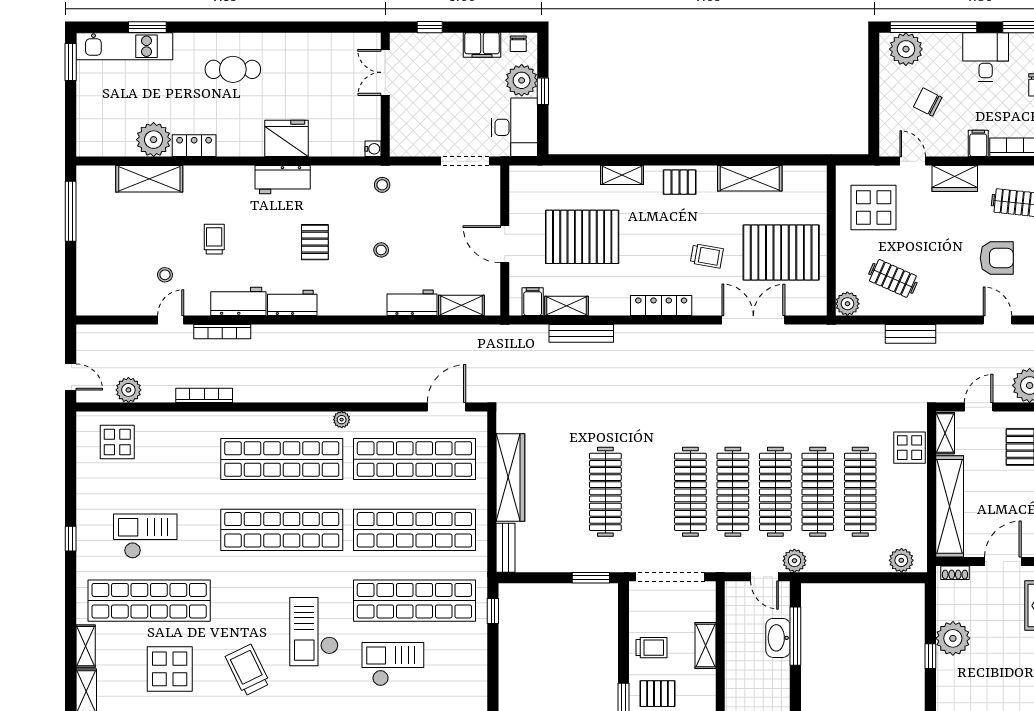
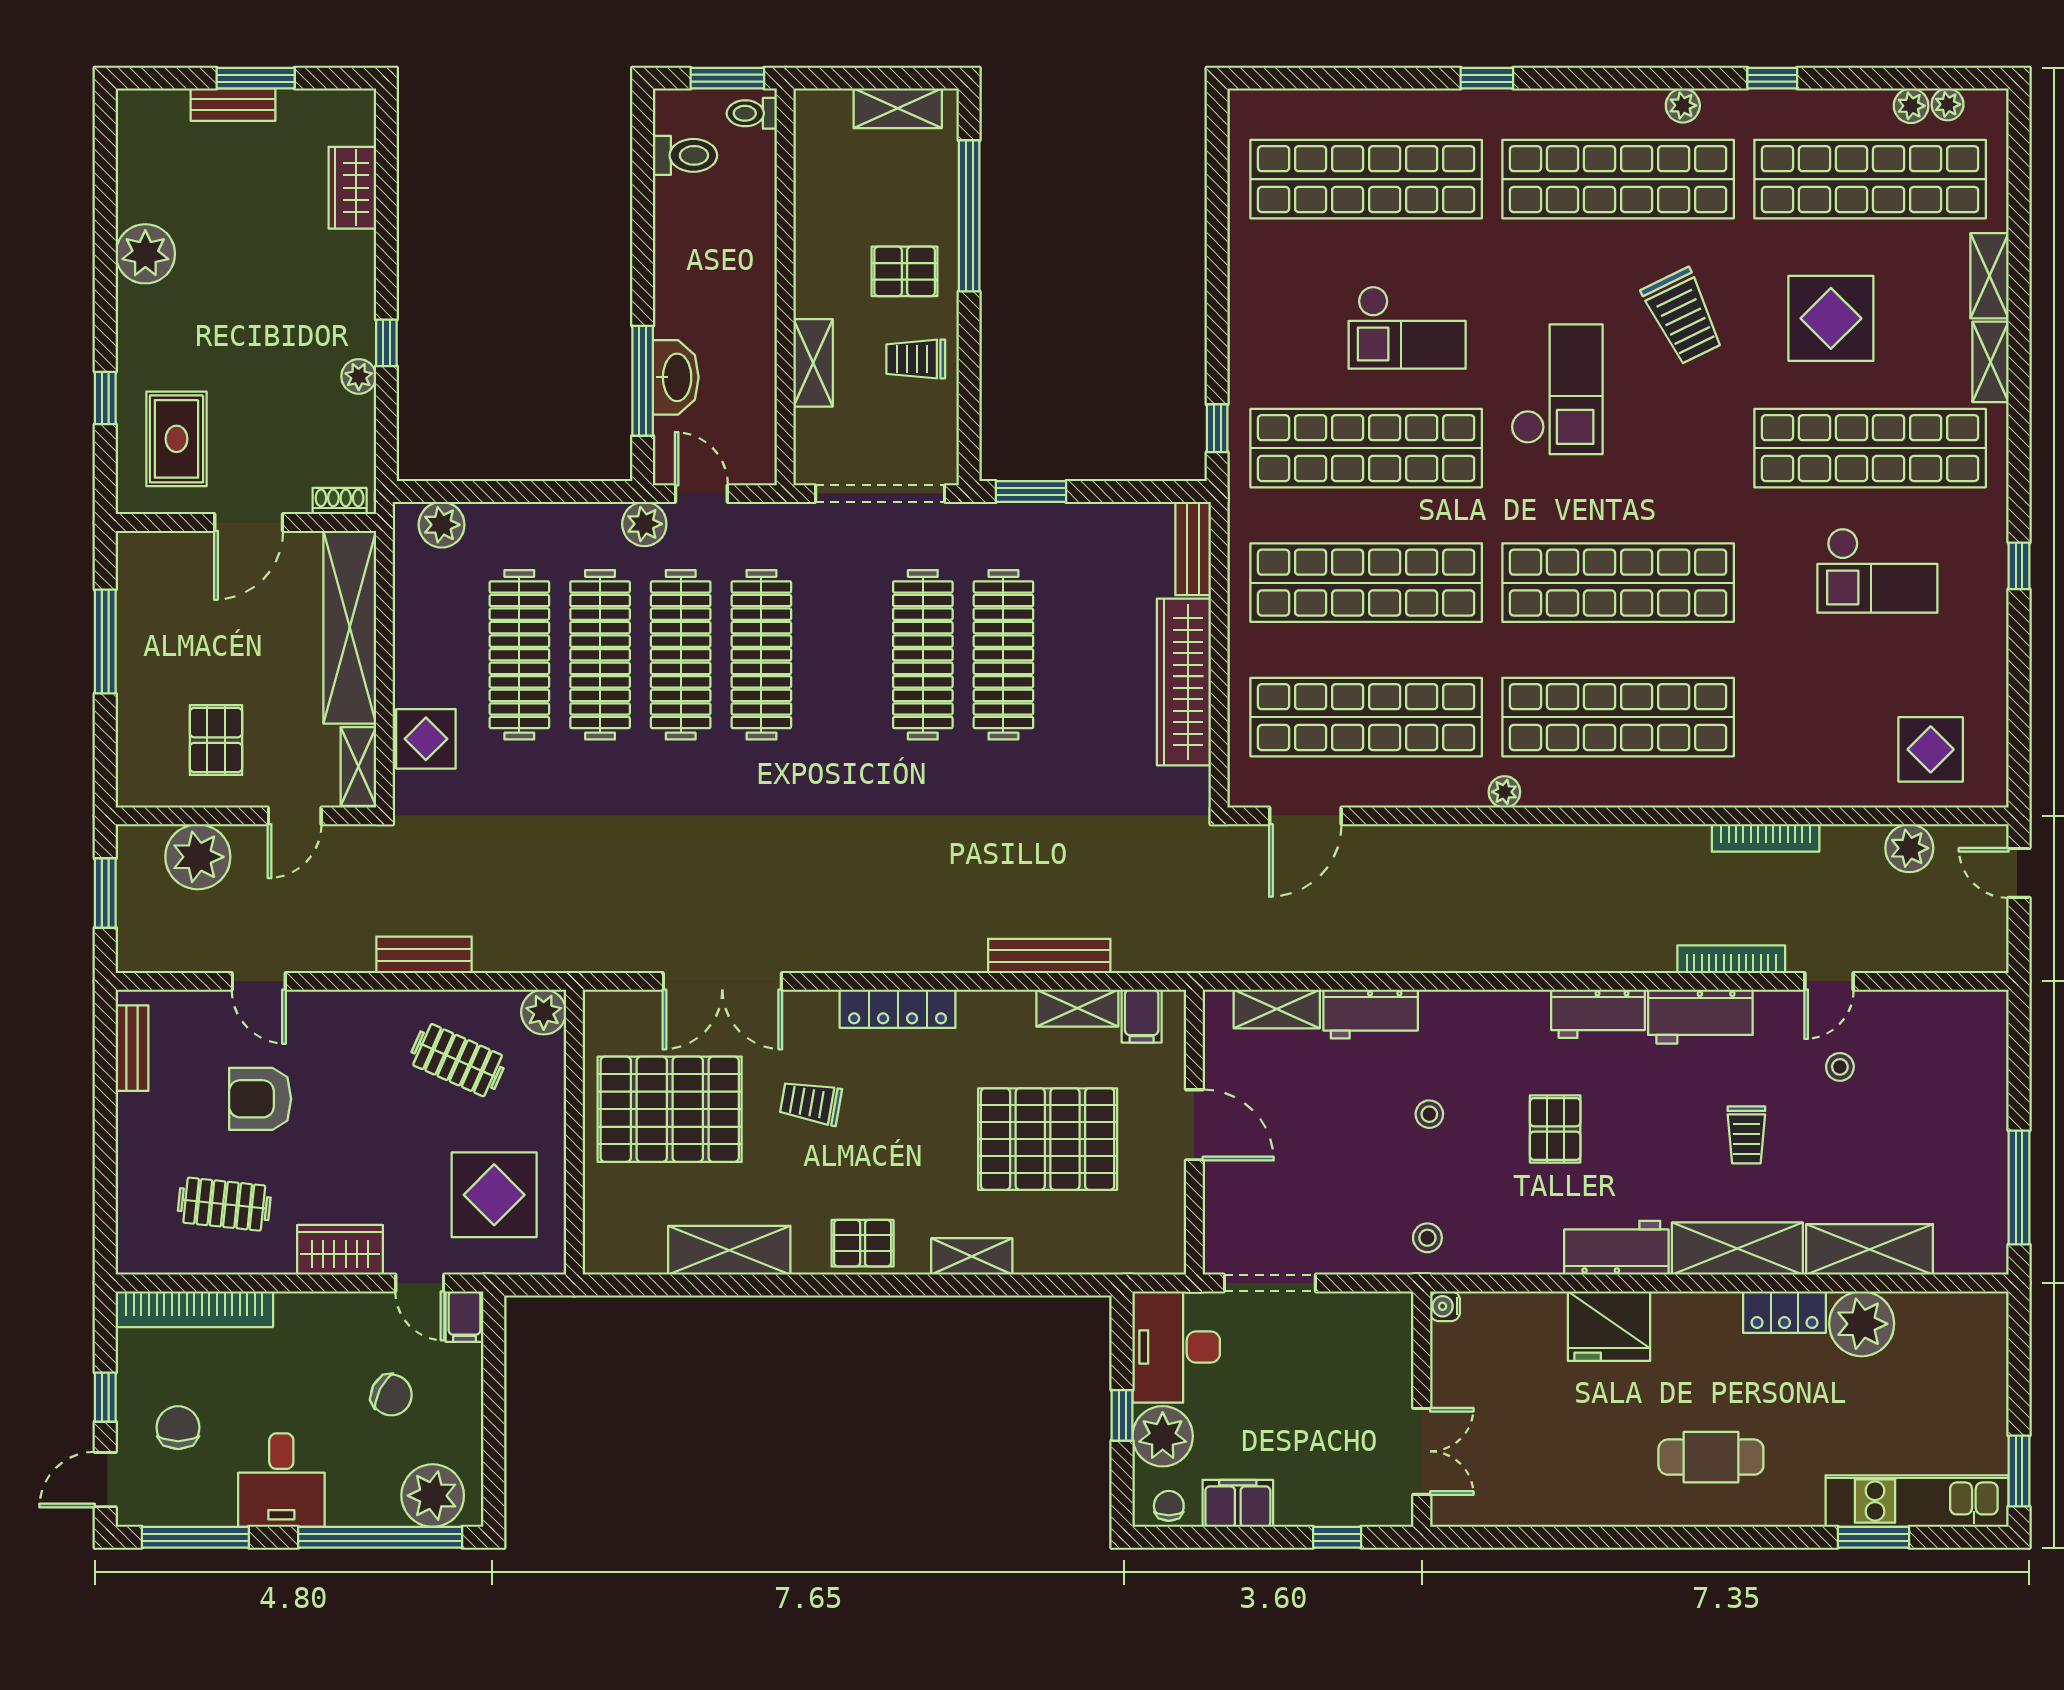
filing cabinet: (978, 143) -> (465, 1317), moved
shelving: (219, 179) -> (1737, 1249), added
clothes rail: (690, 492) -> (923, 655), moved
plant: (953, 638) -> (359, 376), width x0.53, depth x0.53

